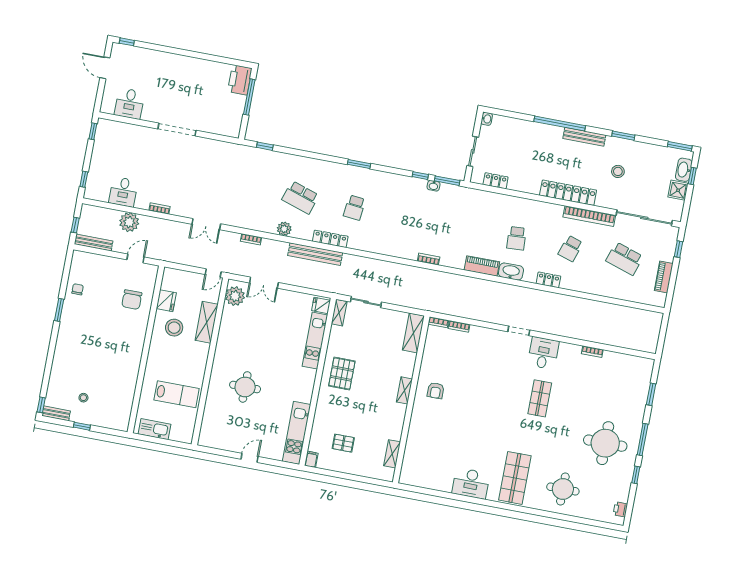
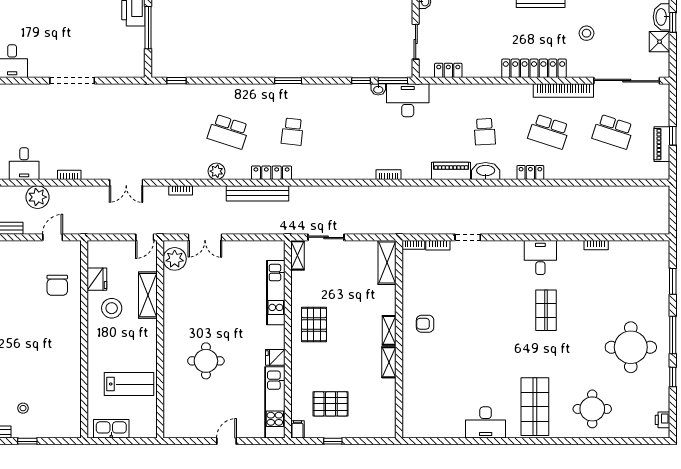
desk: (457, 200) -> (408, 100), added
school desk: (570, 248) -> (549, 132), width x1.85
window: (678, 249) -> (673, 136), moved
fridge: (321, 305) -> (275, 357), moved
doorway: (519, 331) -> (468, 237), moved
armchair: (436, 391) -> (425, 324), turned 90
pallet: (343, 443) -> (331, 404), width x1.50, depth x1.42
shelving: (392, 454) -> (389, 362), moved
window: (339, 475) -> (333, 441), added

